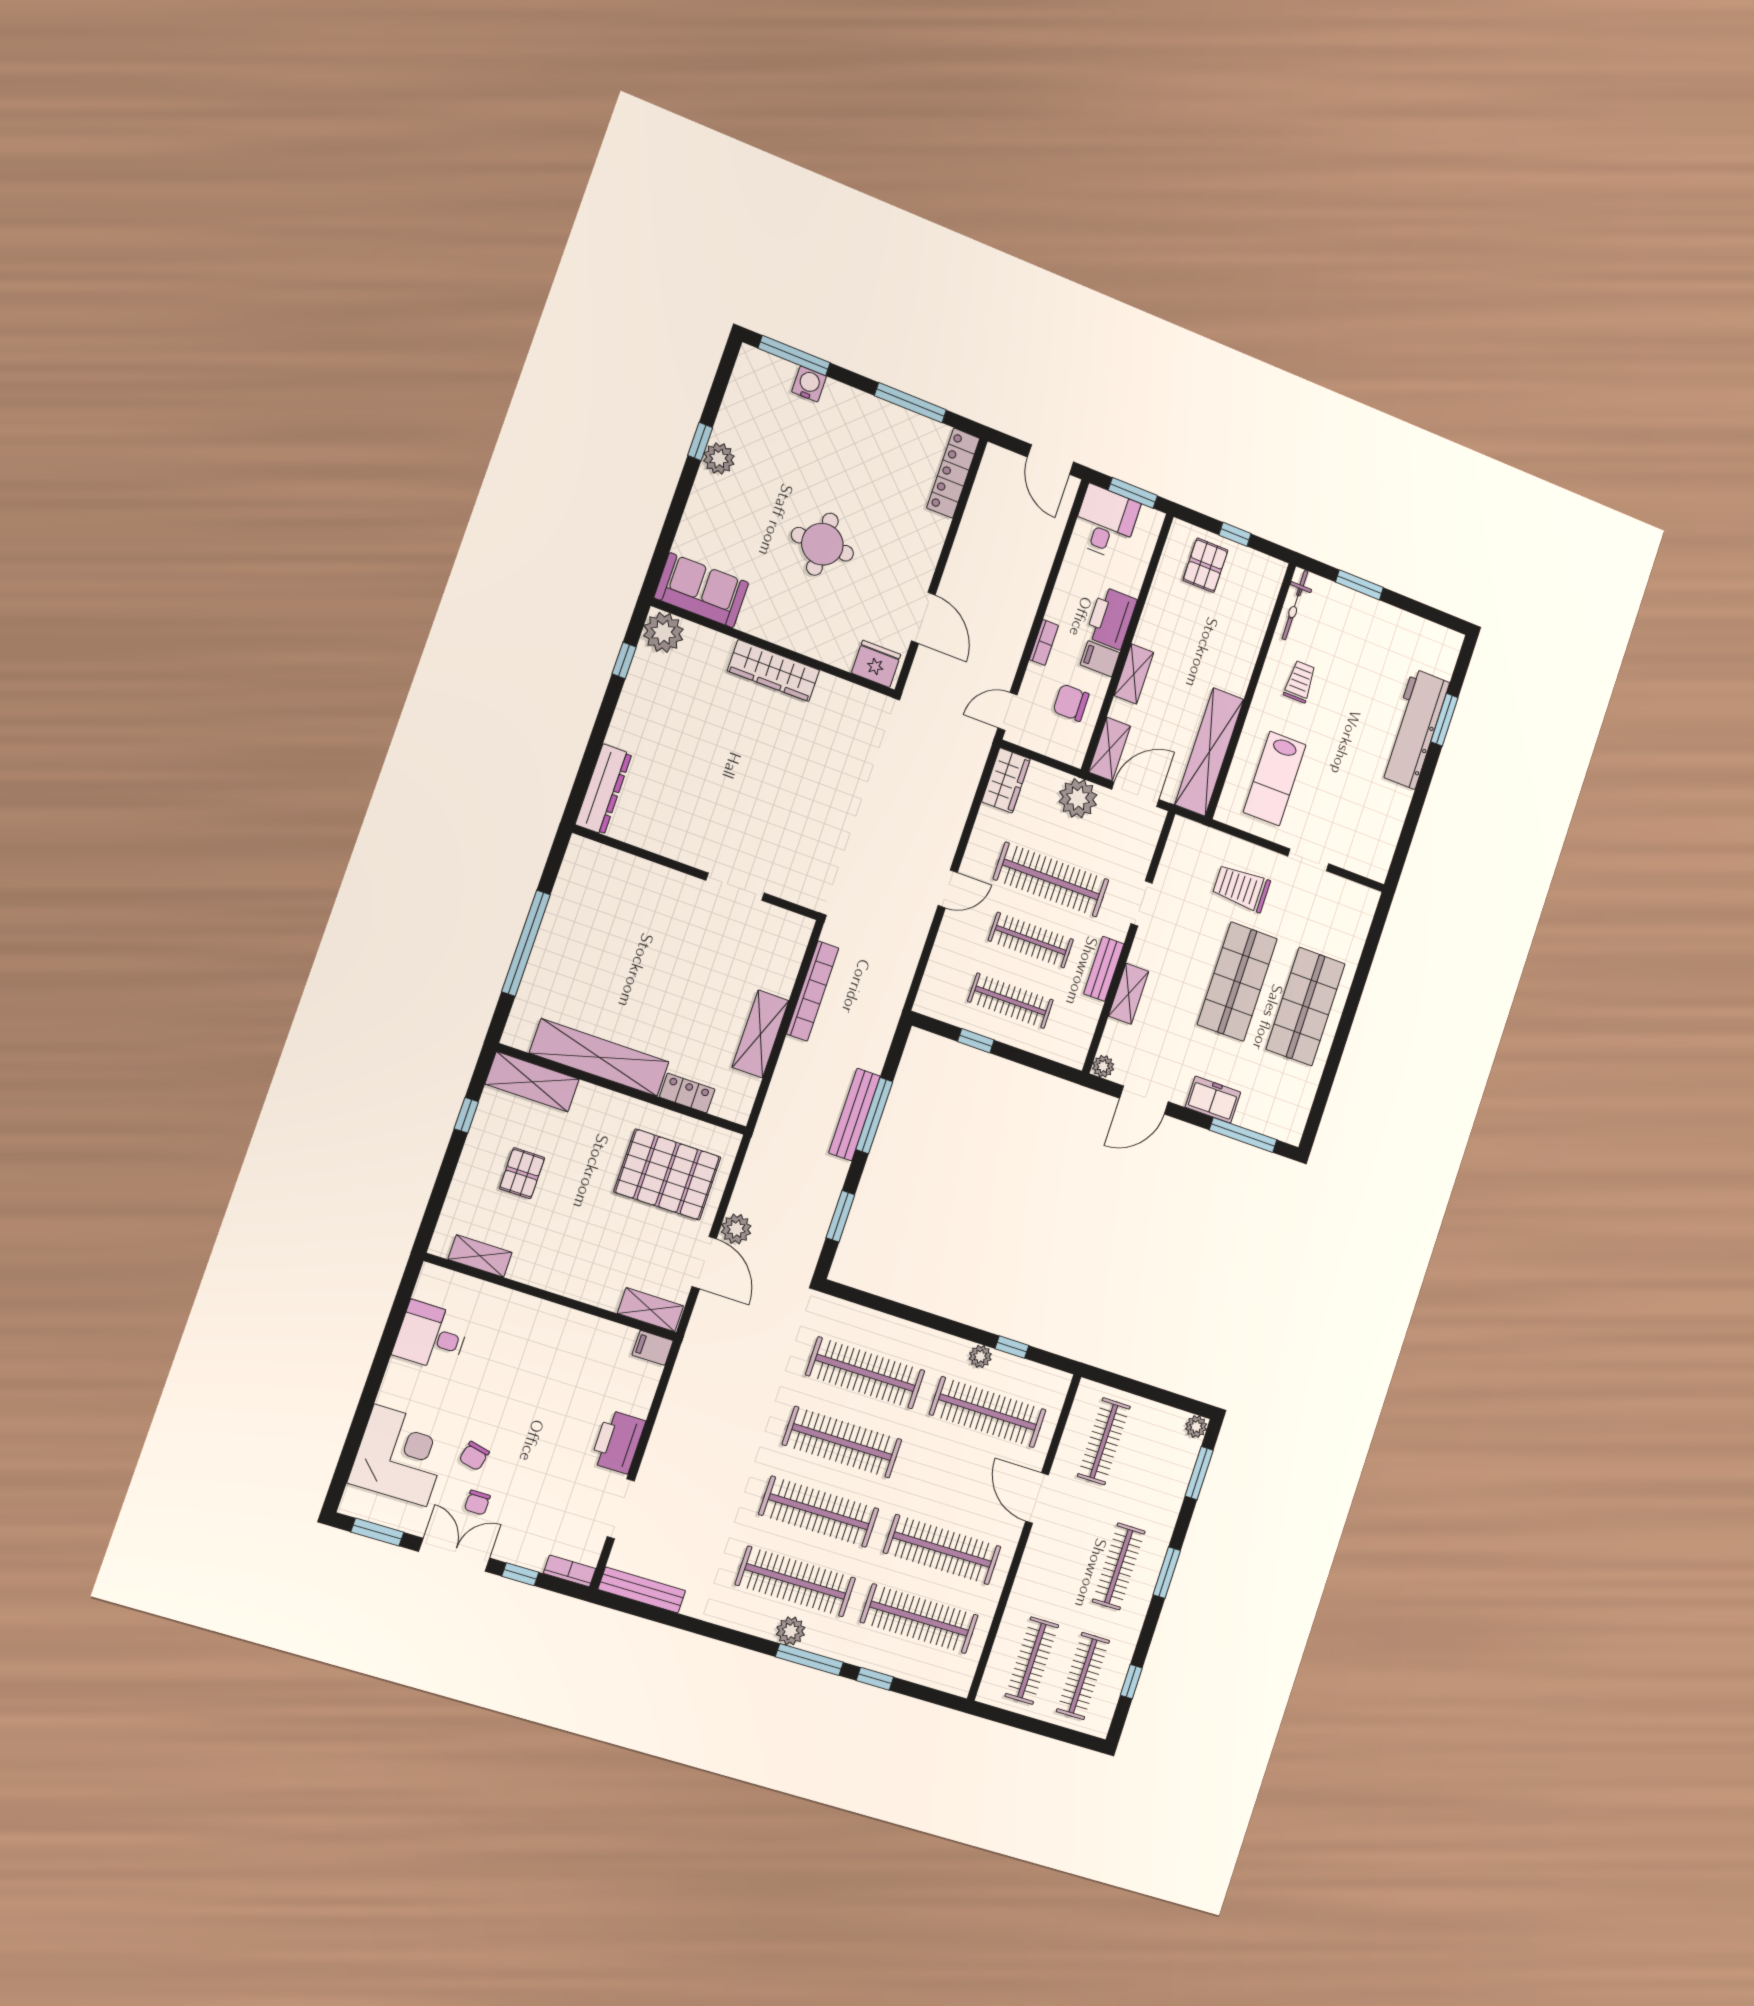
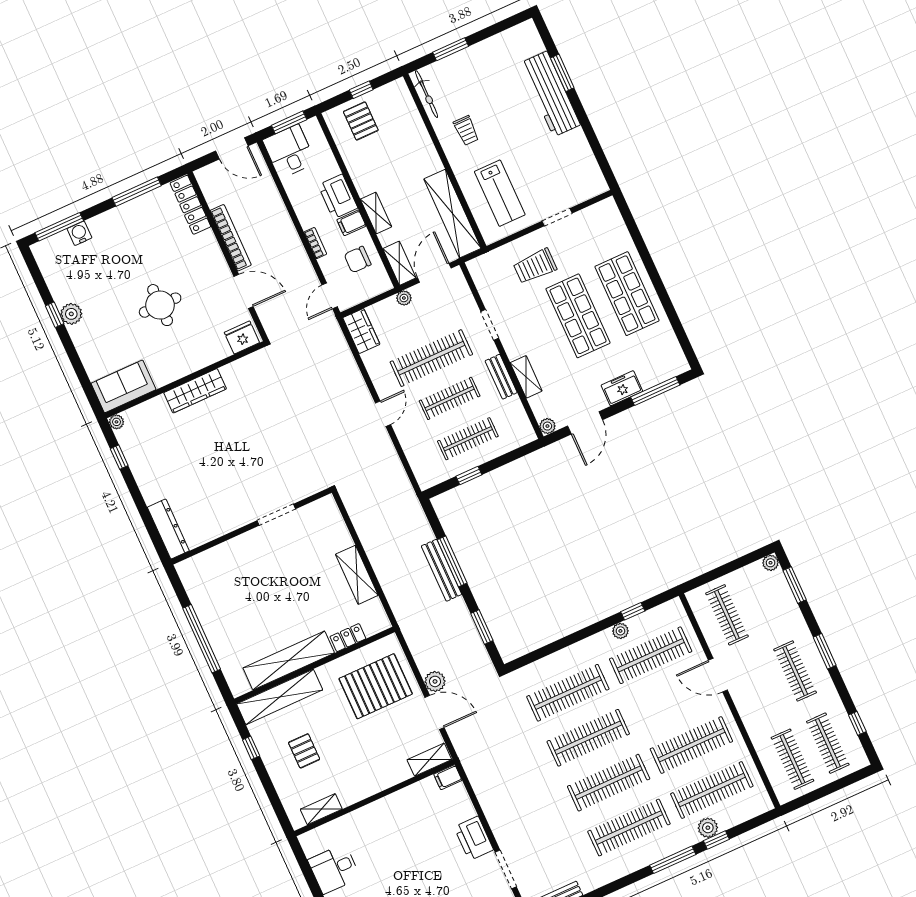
plant: (663, 632) -> (117, 422), width x0.53, depth x0.53
trolley: (1300, 682) -> (466, 131), turned 180
plant: (1078, 798) -> (404, 298), width x0.53, depth x0.53
bookcase: (813, 991) -> (231, 238), moved
shelving: (532, 1082) -> (280, 697), width x1.47
plant: (791, 1631) -> (708, 828), moved

